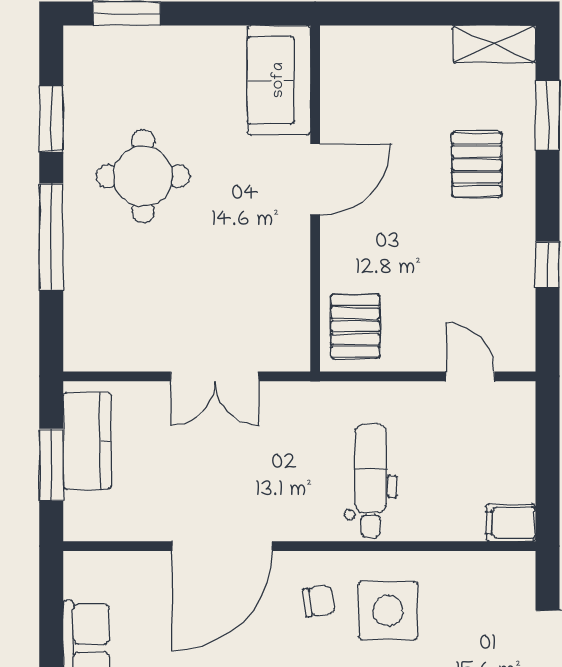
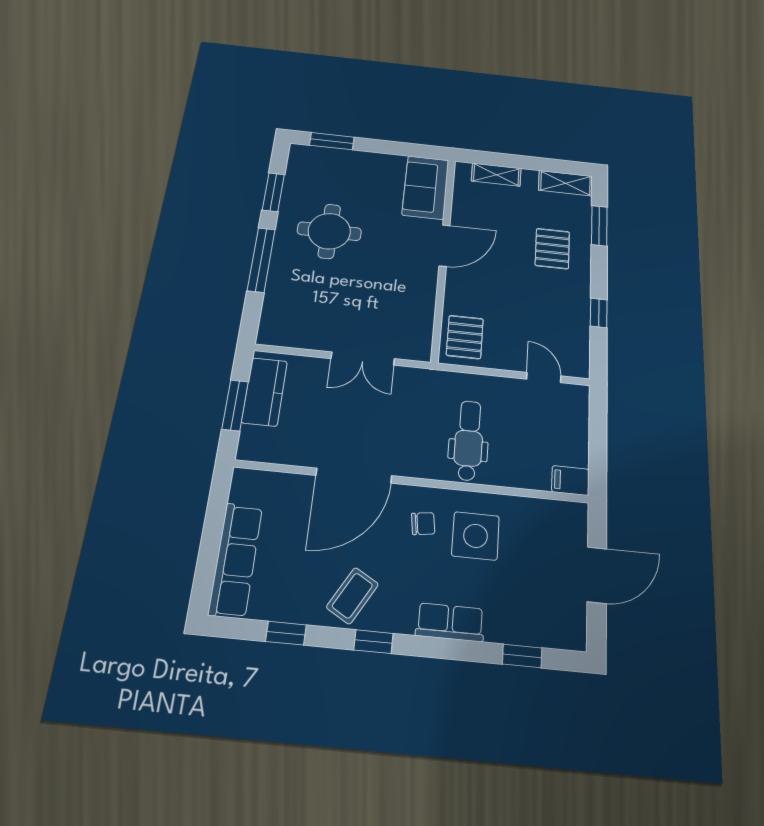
shelving: (386, 42) -> (496, 175), added

